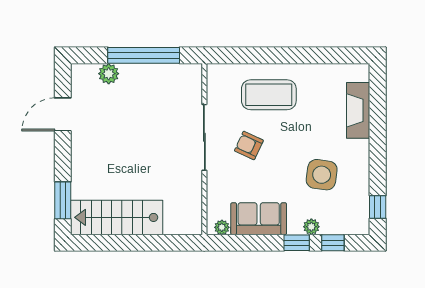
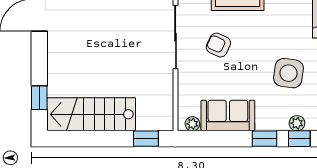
window: (63, 200) -> (39, 98), width x0.67
plant: (311, 227) -> (297, 123), moved
window: (173, 243) -> (146, 139), added

